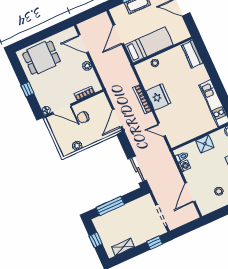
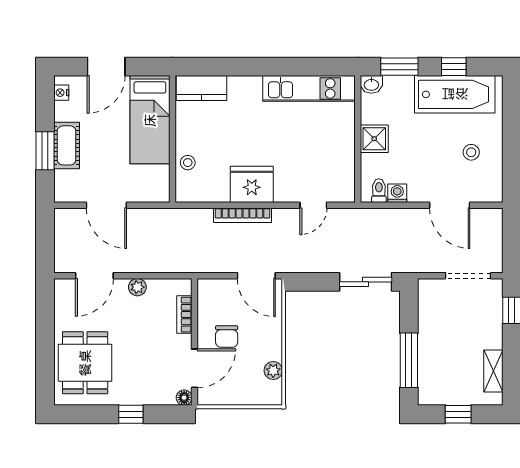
bed: (149, 45) -> (150, 120), moved, turned 180

